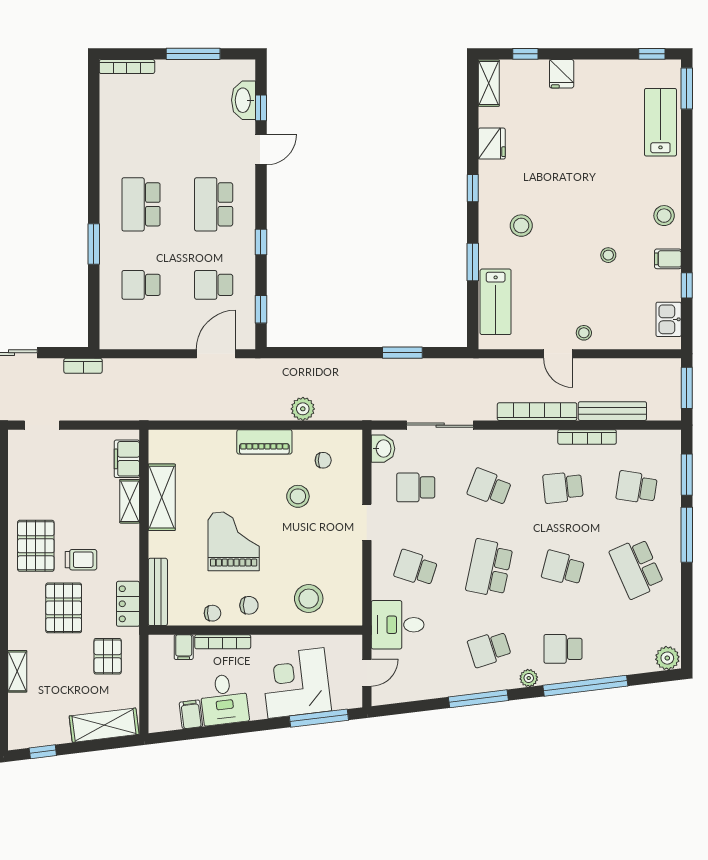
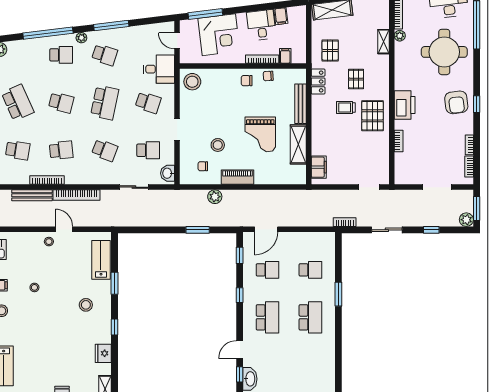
window: (402, 353) -> (198, 230), moved
sliding door: (440, 425) -> (134, 187), width x0.73
shelving: (130, 501) -> (317, 142), removed
grand piano: (234, 541) -> (260, 134), moved
bench: (158, 592) -> (300, 104), moved
stool: (309, 599) -> (192, 82), moved
pallet: (64, 608) -> (356, 79), width x0.67, depth x0.71
school desk: (489, 649) -> (105, 55), turned 36
door: (367, 673) -> (177, 41), hinge flipped

